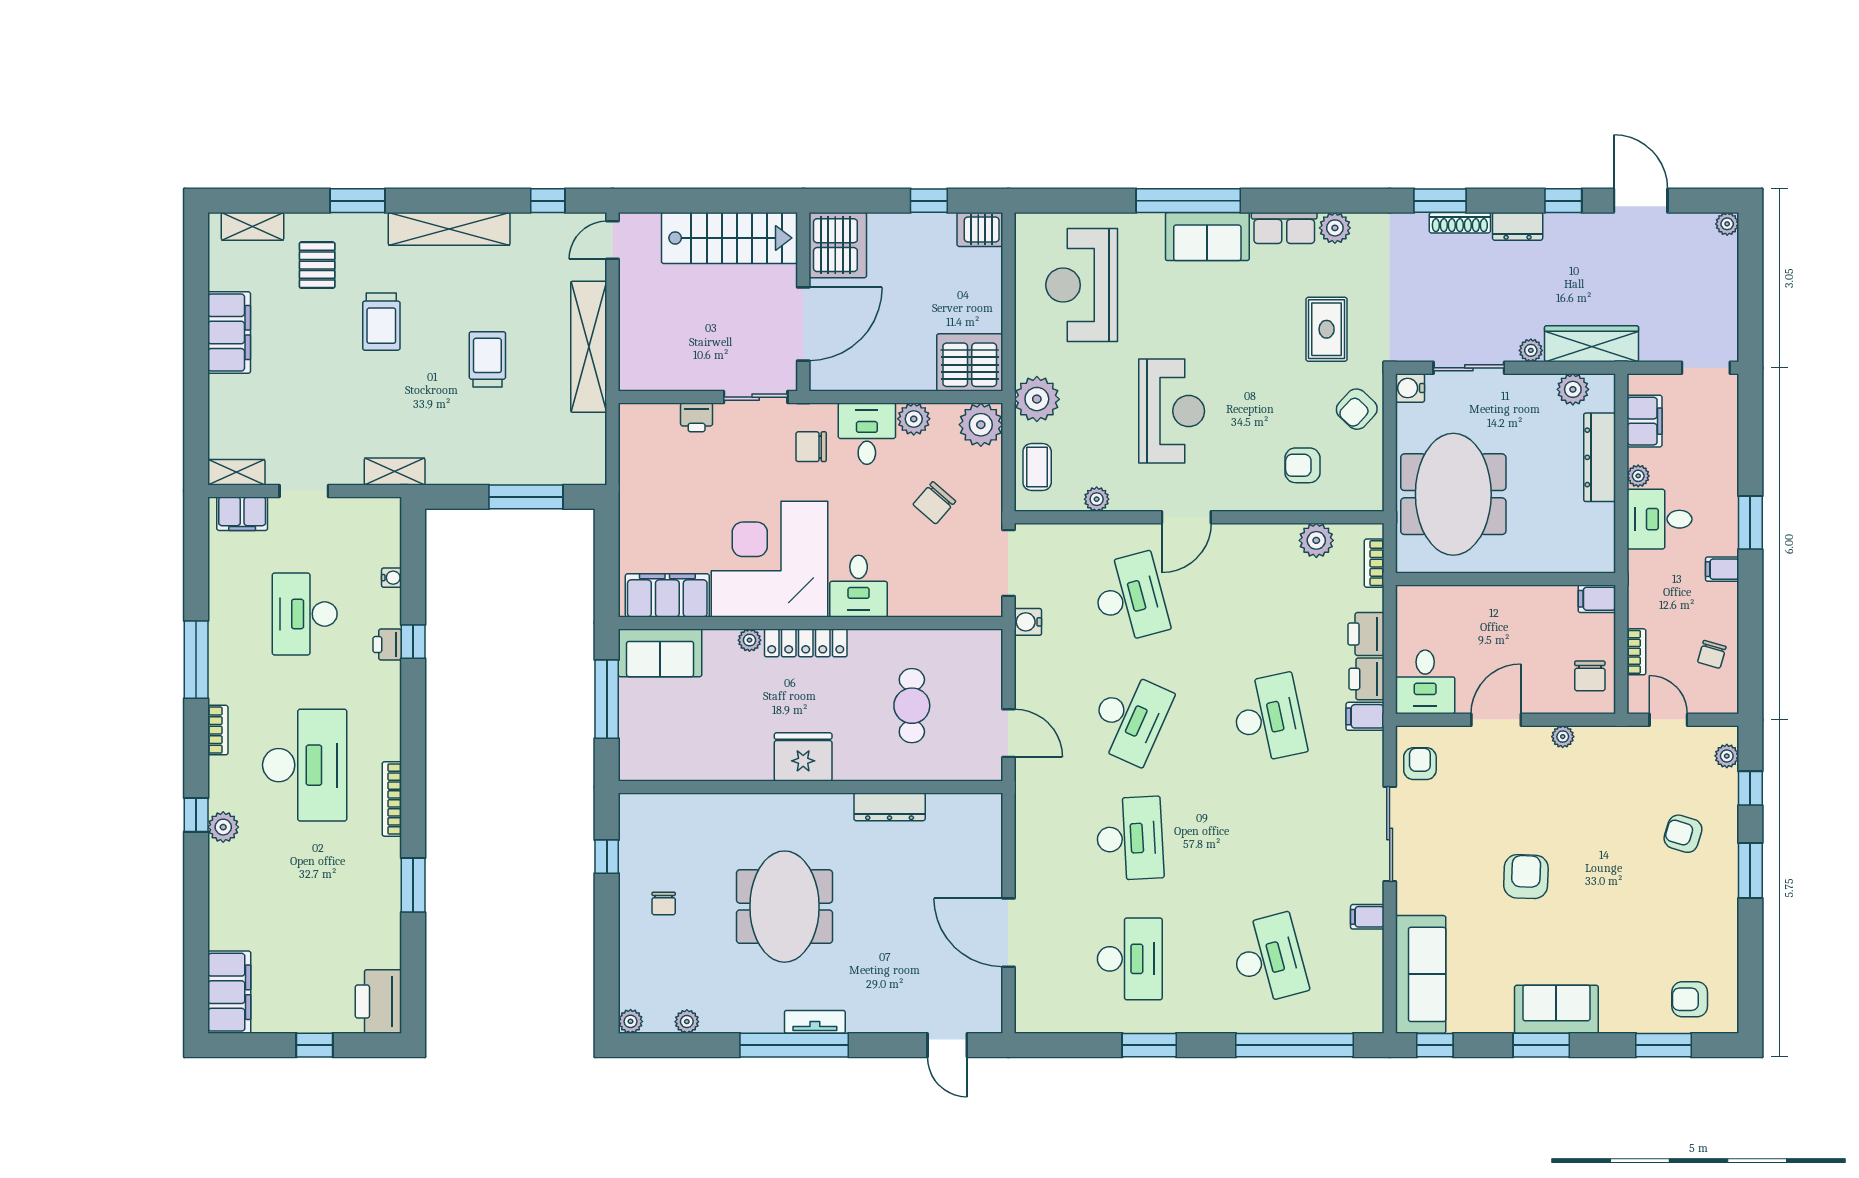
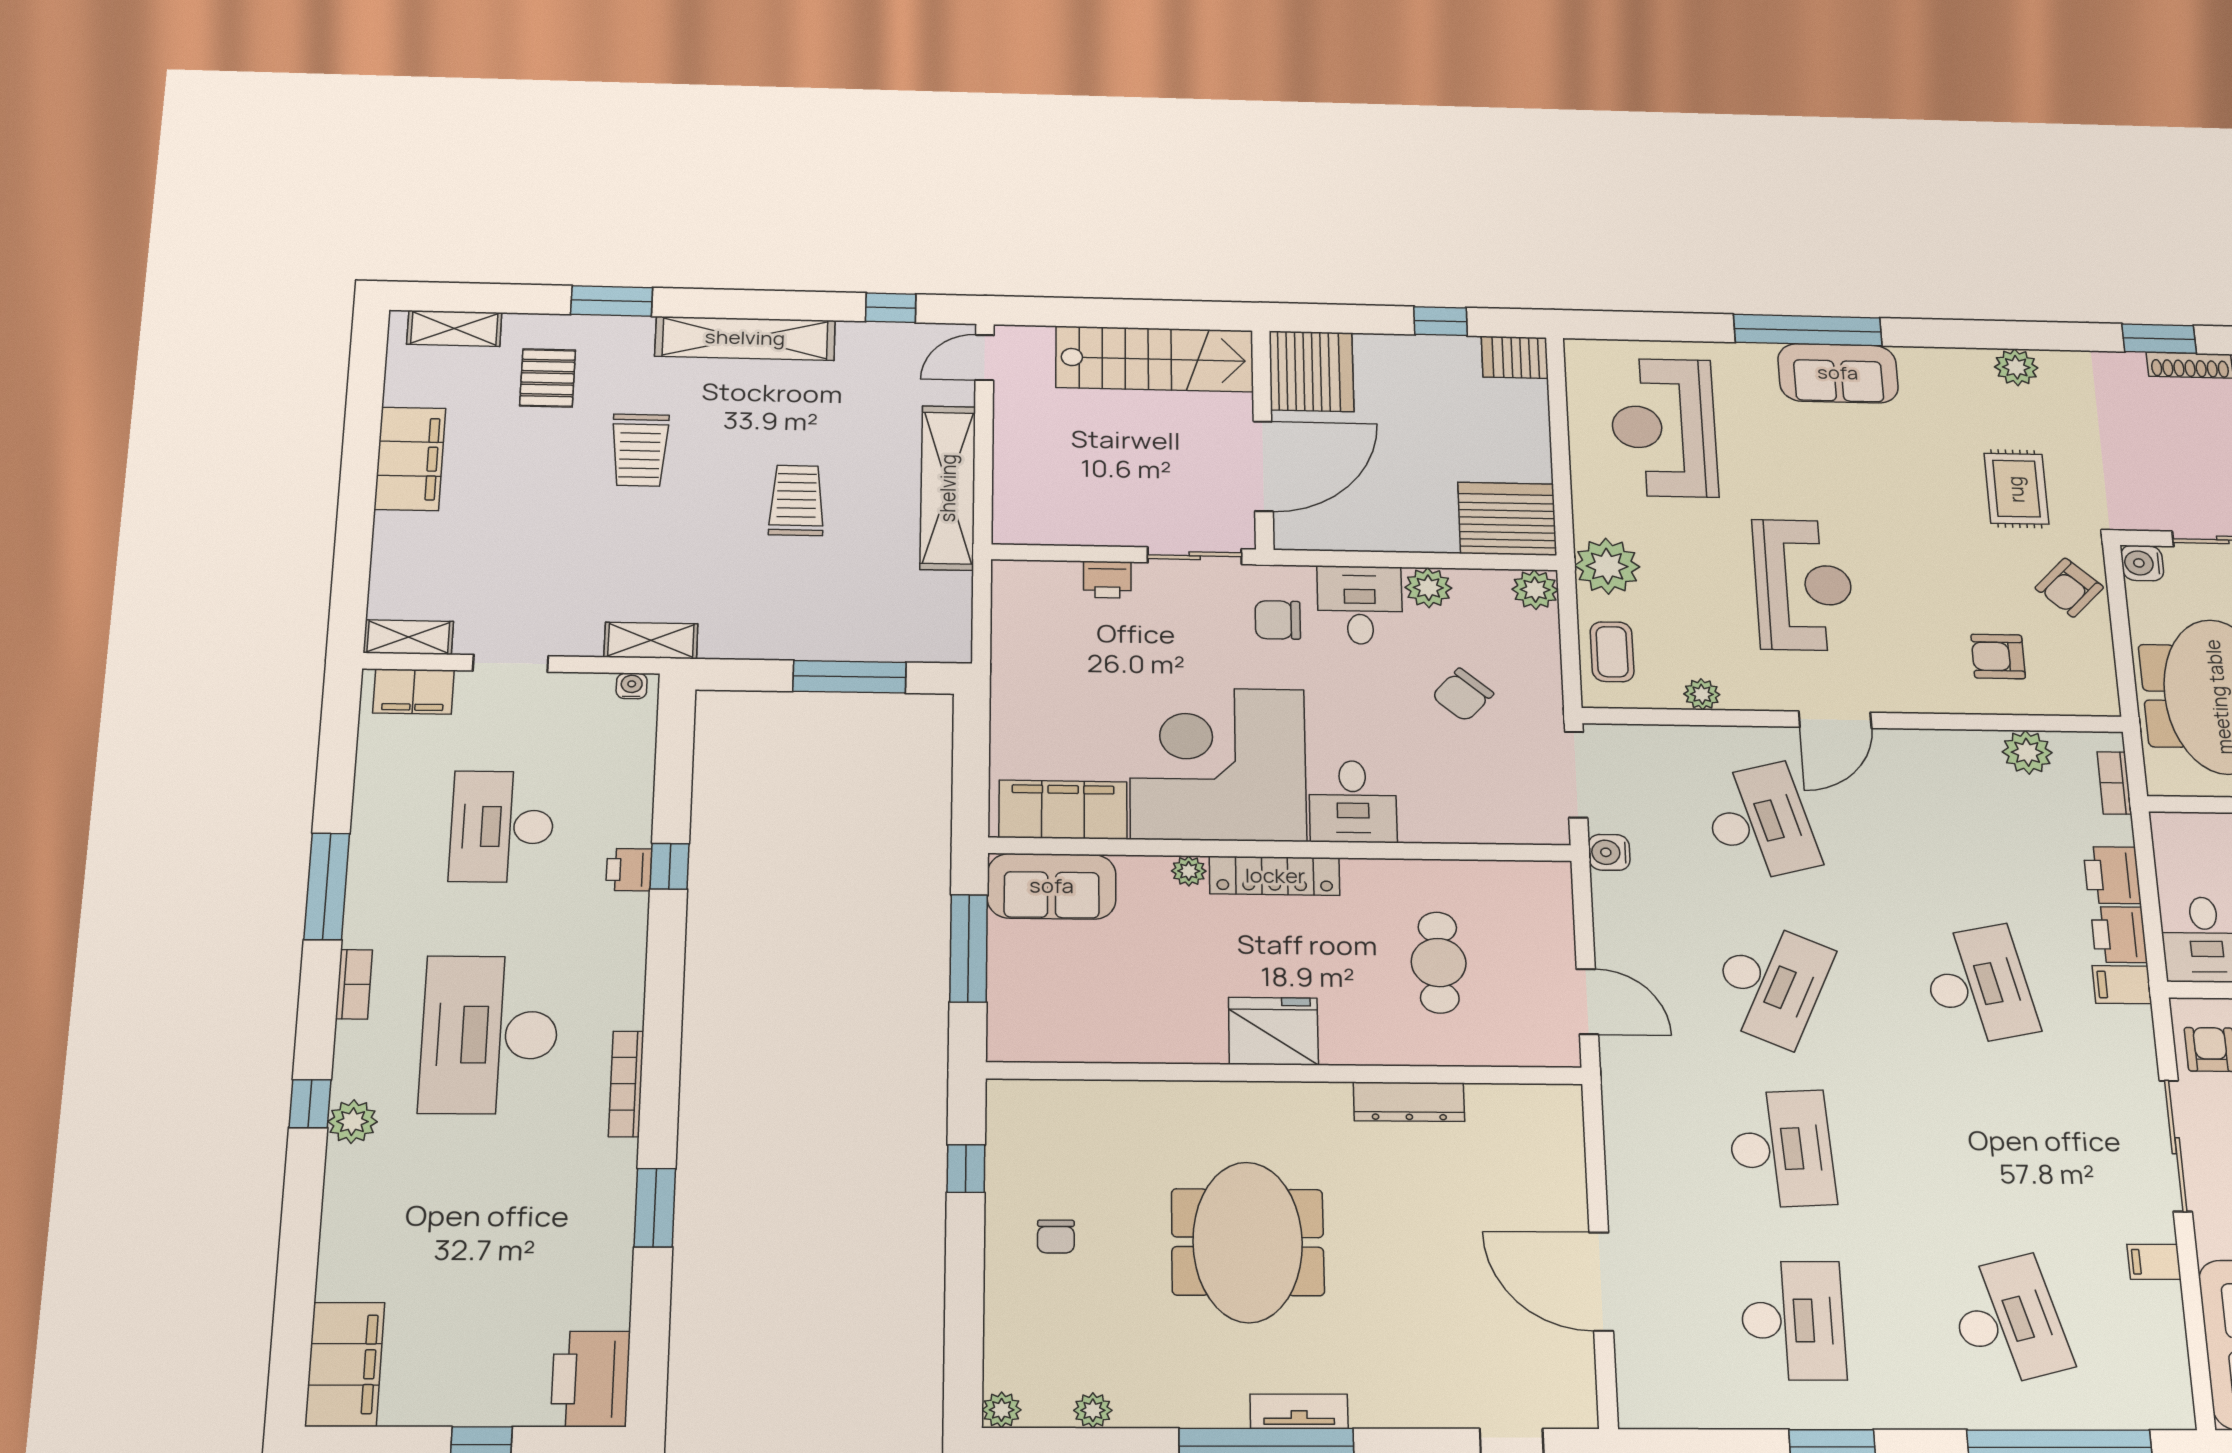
row of seats: (1284, 228) -> (1945, 366), removed
plant: (981, 425) -> (1535, 590), width x0.73, depth x0.73
water cooler: (392, 578) -> (632, 686), moved, turned -90
desk: (305, 765) -> (489, 1035), turned 180

